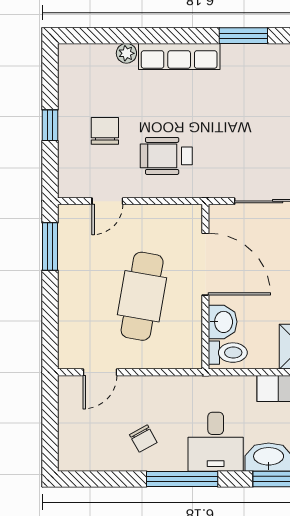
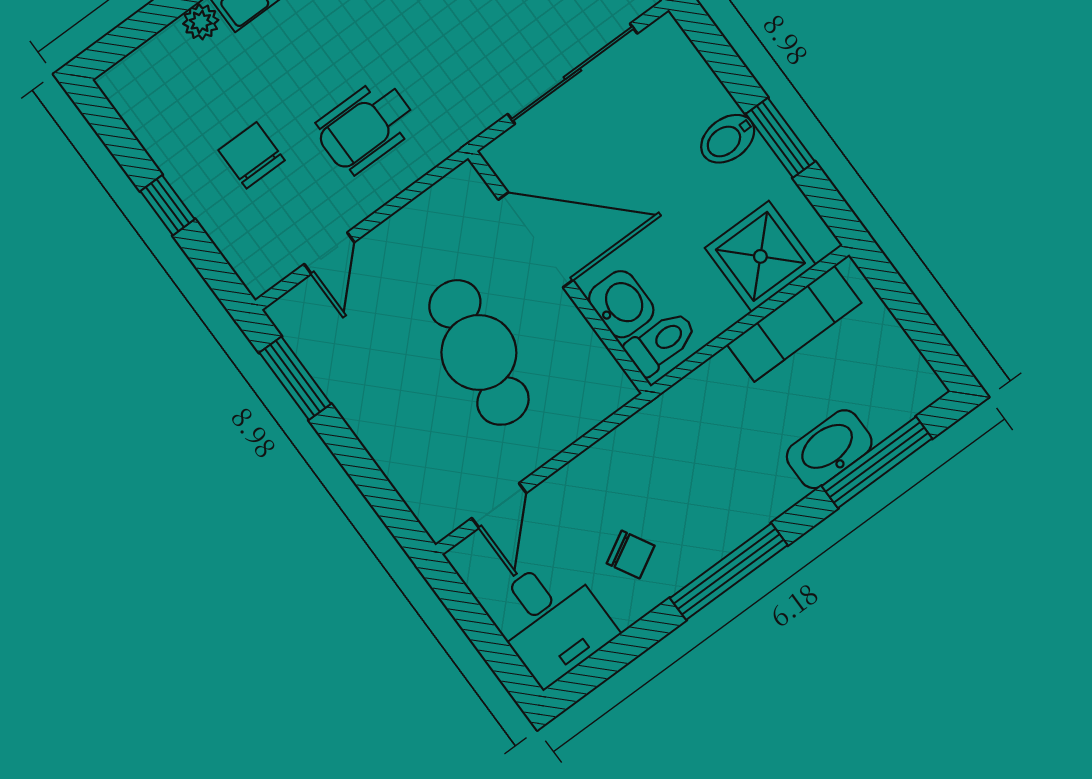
desk: (216, 442) -> (551, 620), moved

